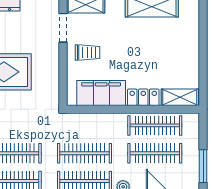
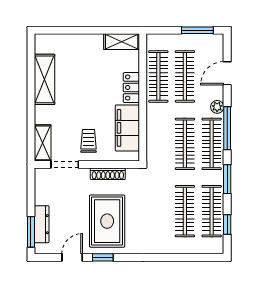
shoe rack: (53, 73) -> (108, 174), added
shelving: (180, 97) -> (122, 42), moved, turned 90

